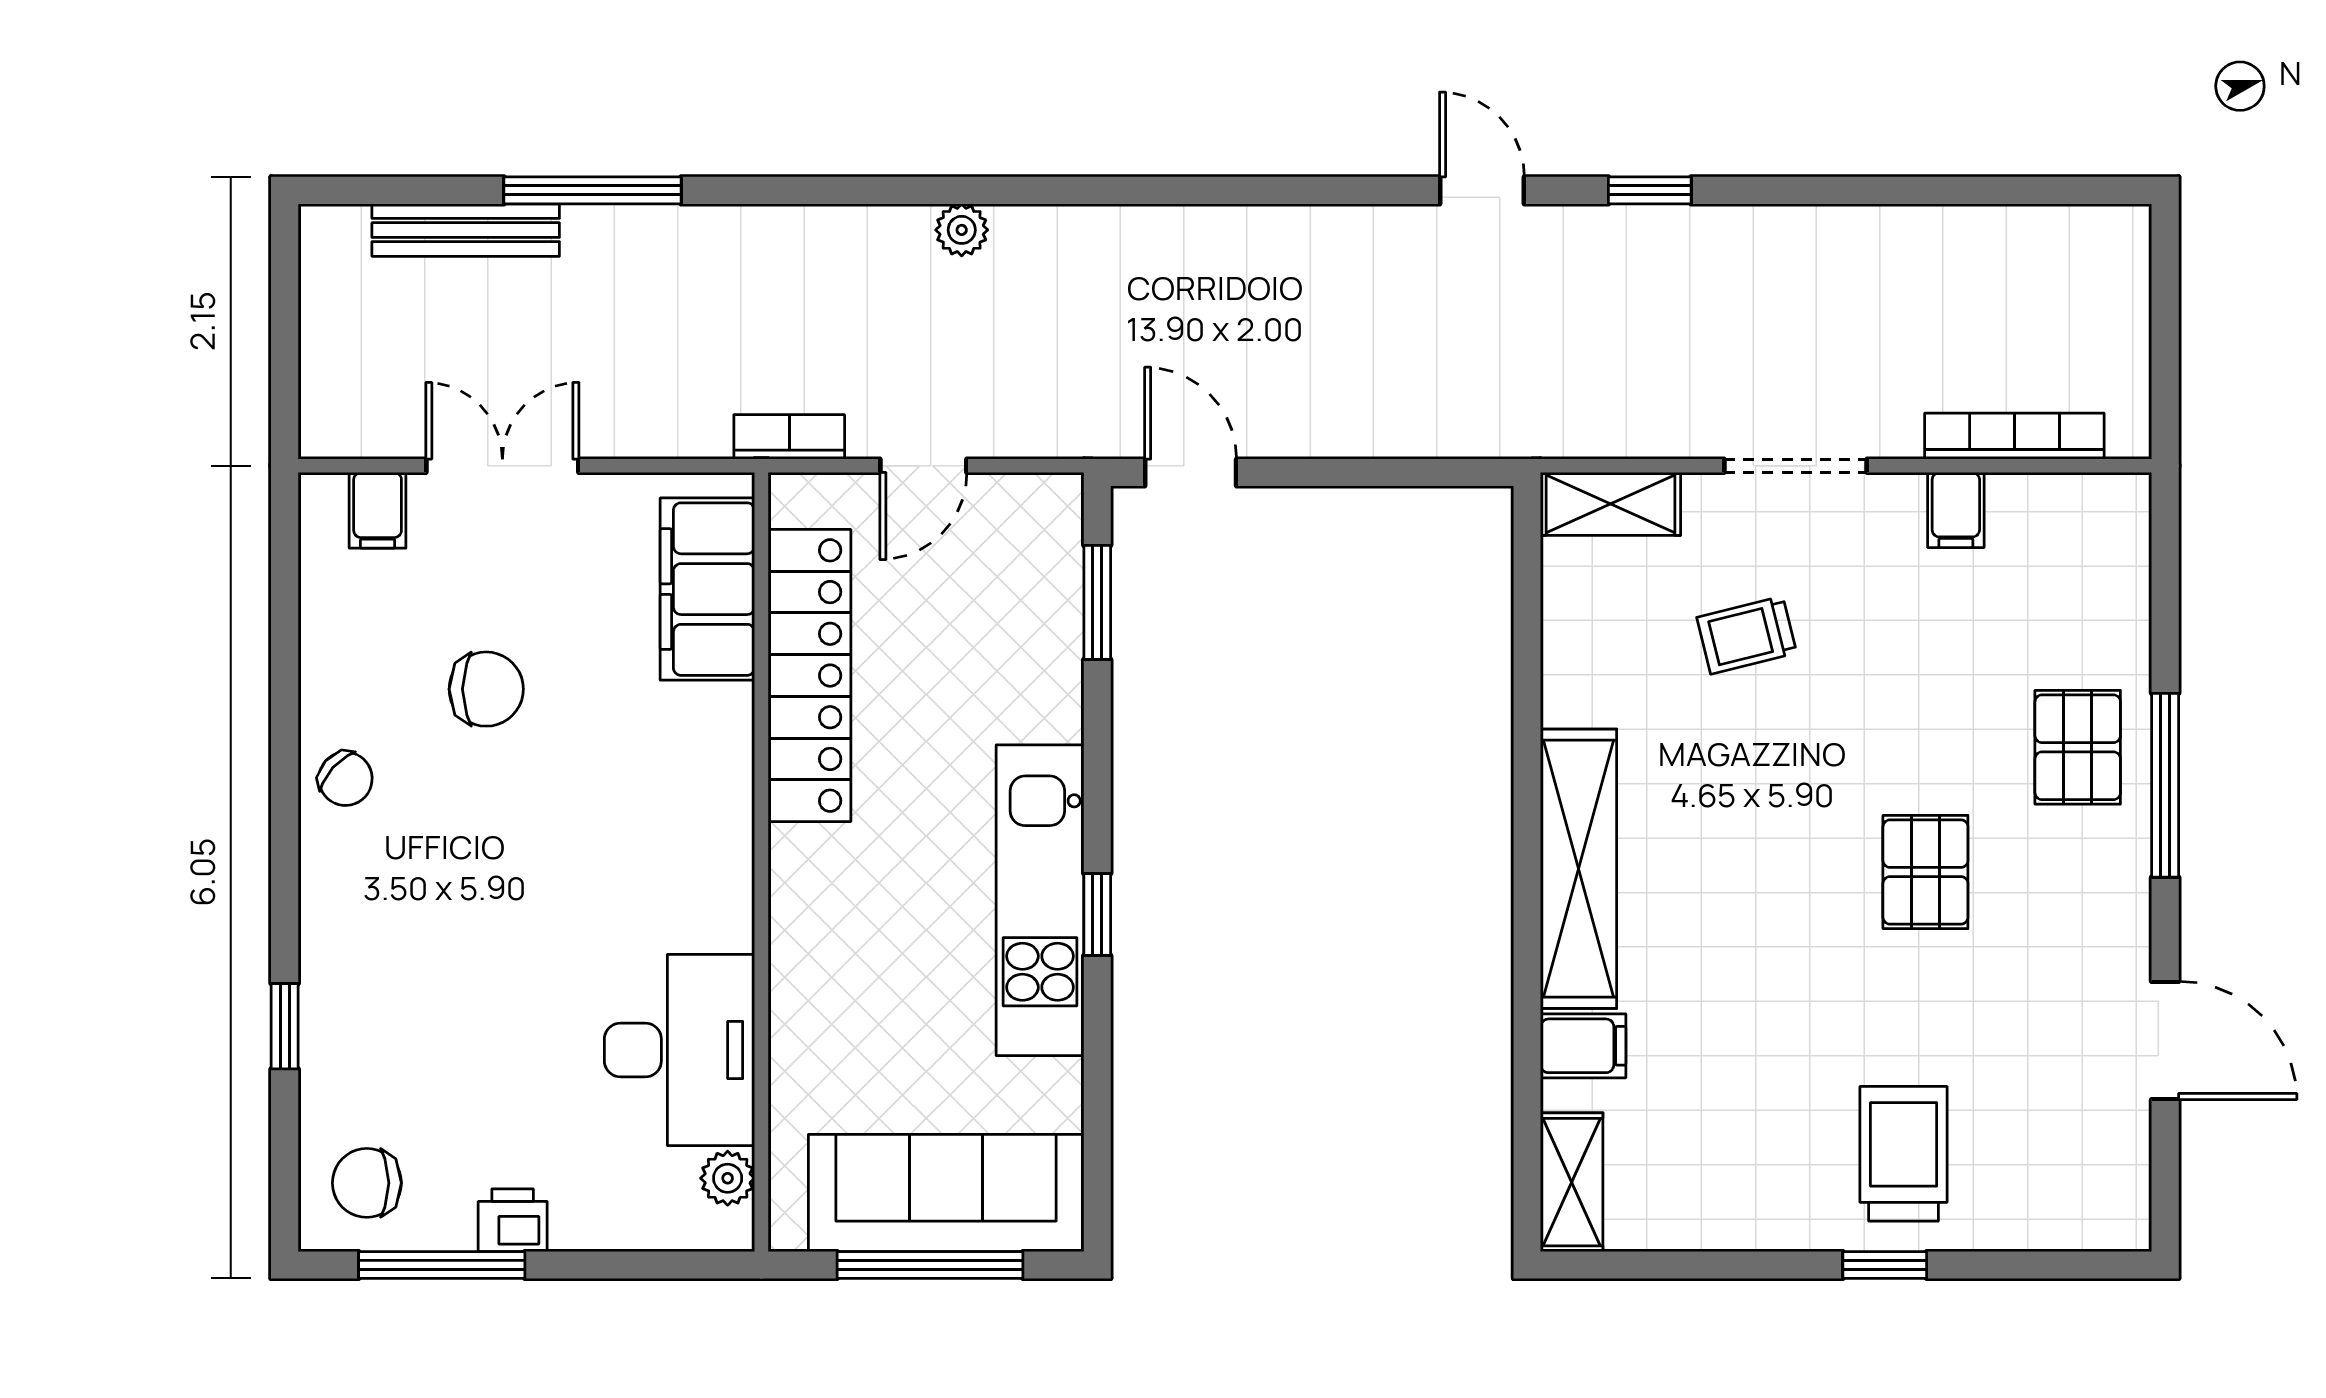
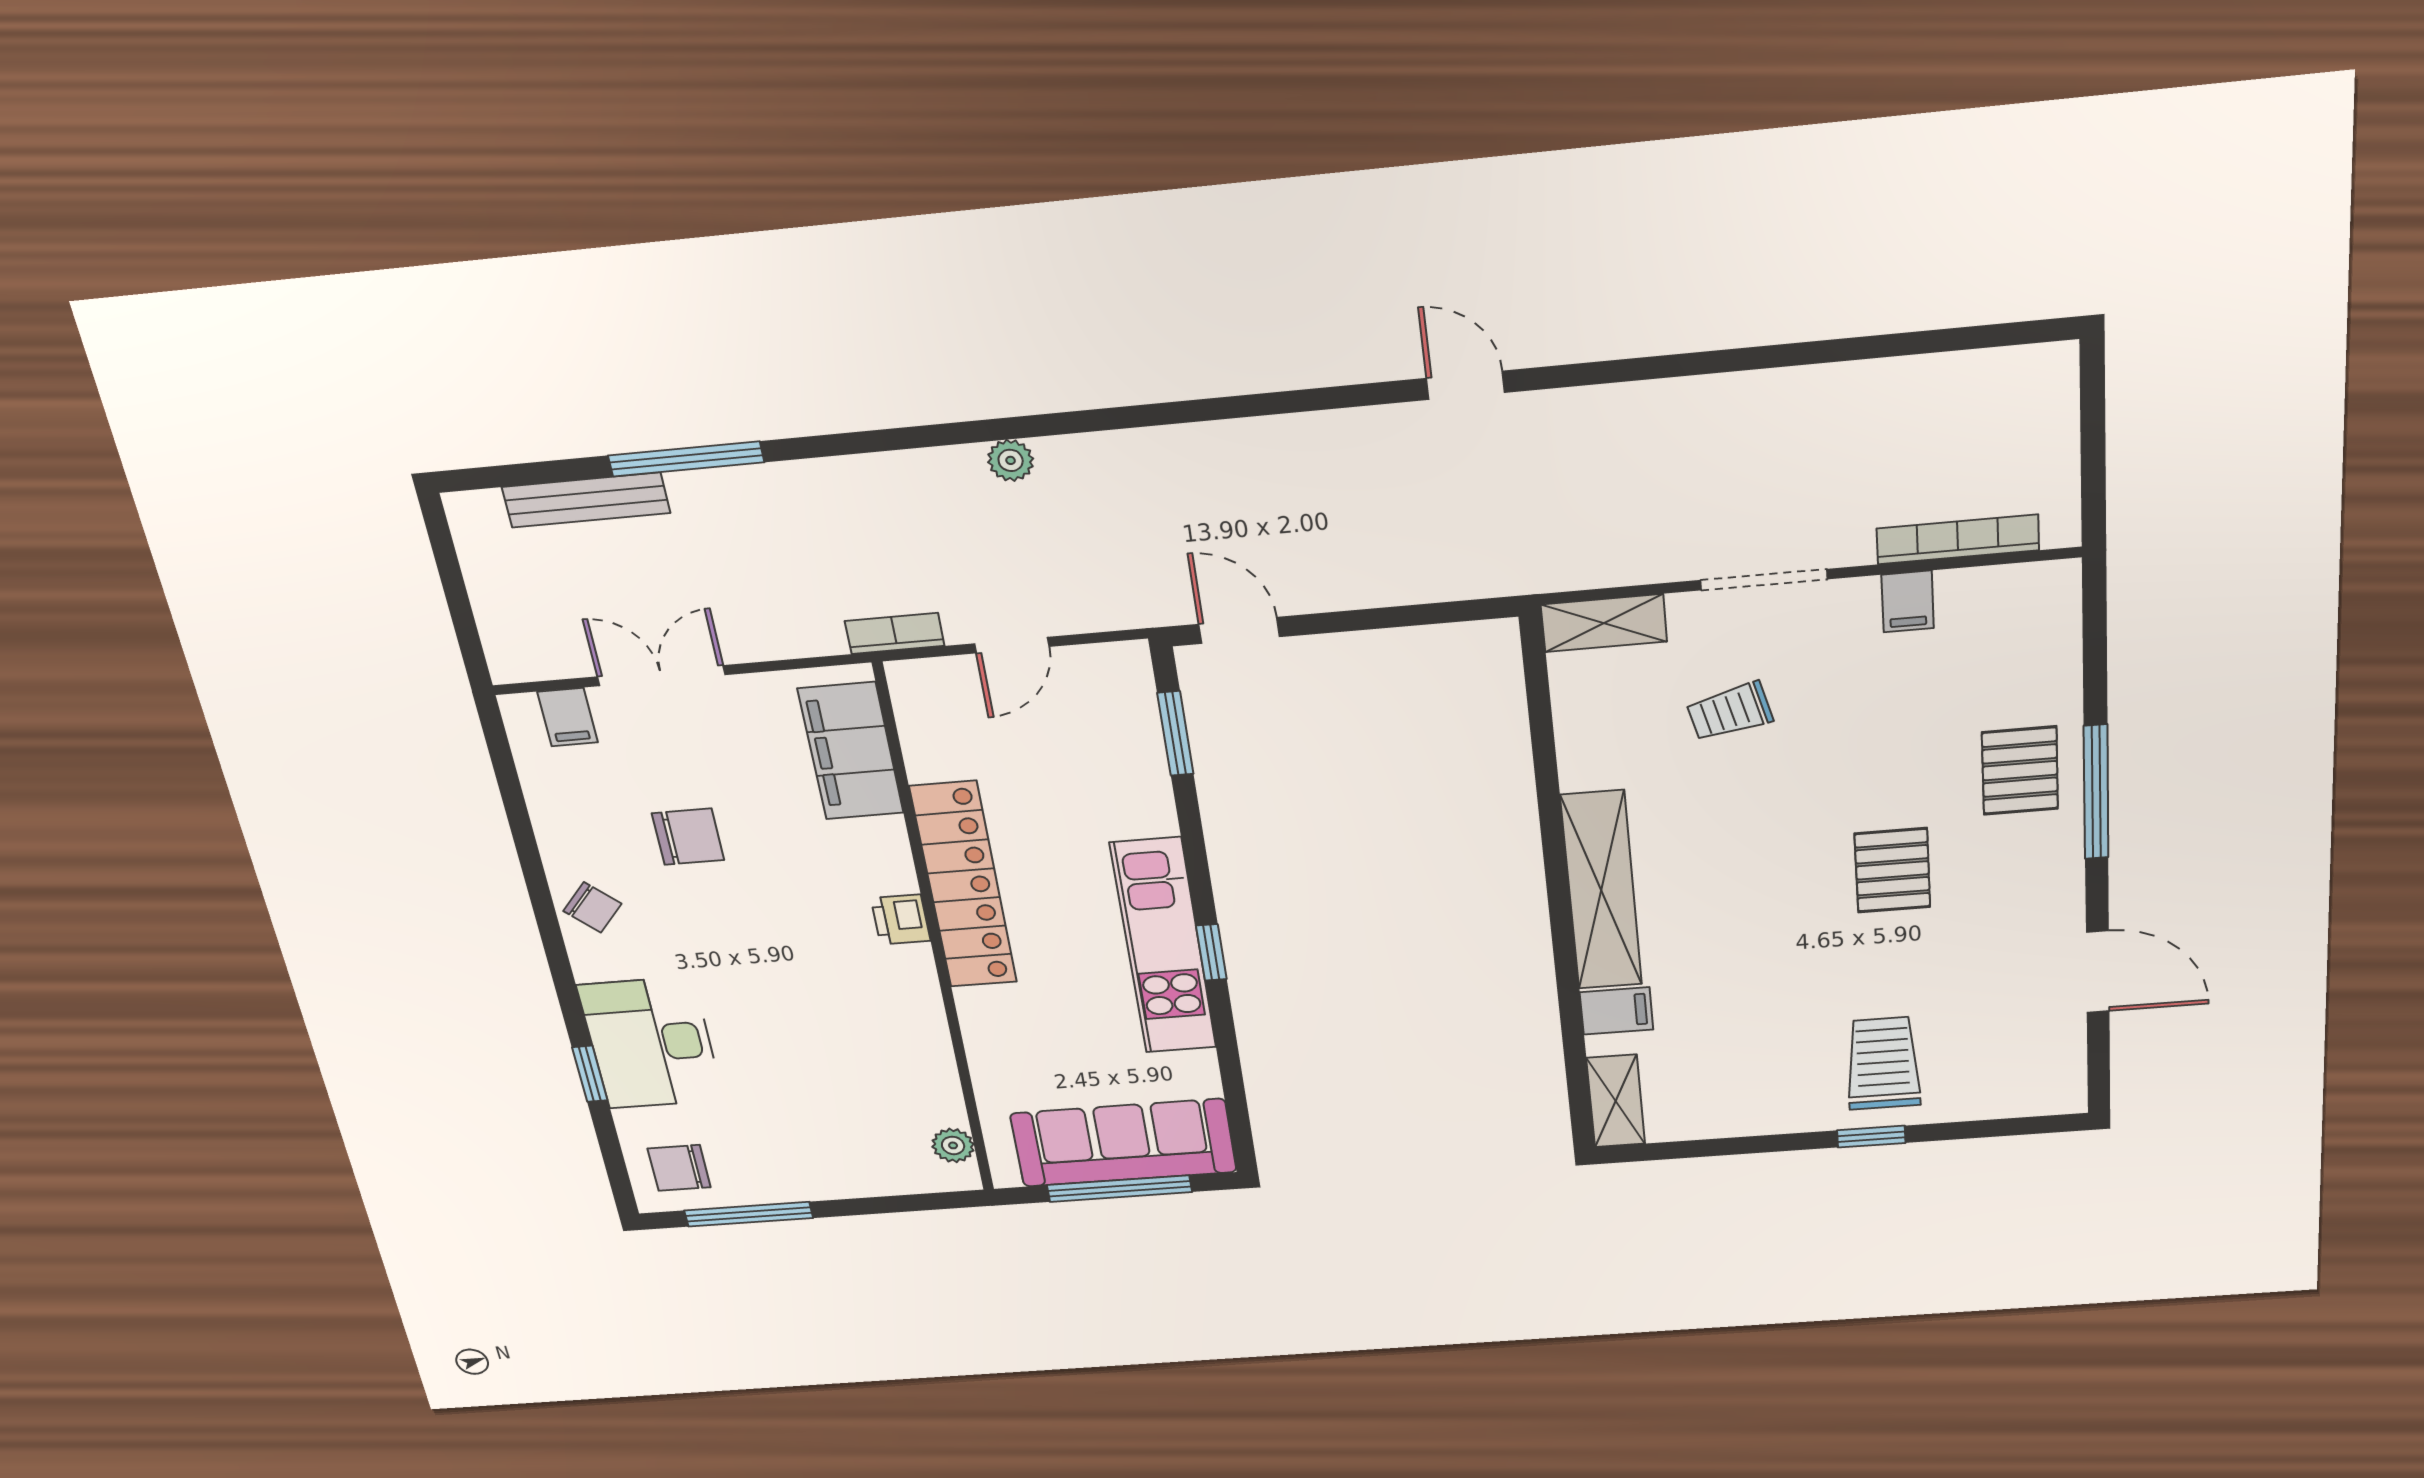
window: (1650, 190) -> (1617, 371), removed
locker: (809, 676) -> (964, 885), moved
desk: (679, 1050) -> (651, 1043), moved, turned 180
printer: (513, 1220) -> (901, 920), moved, turned -90

